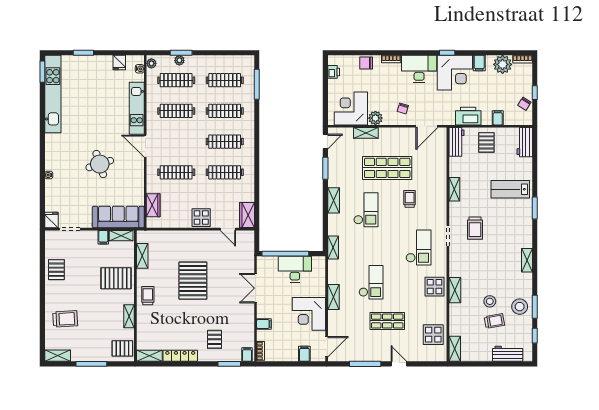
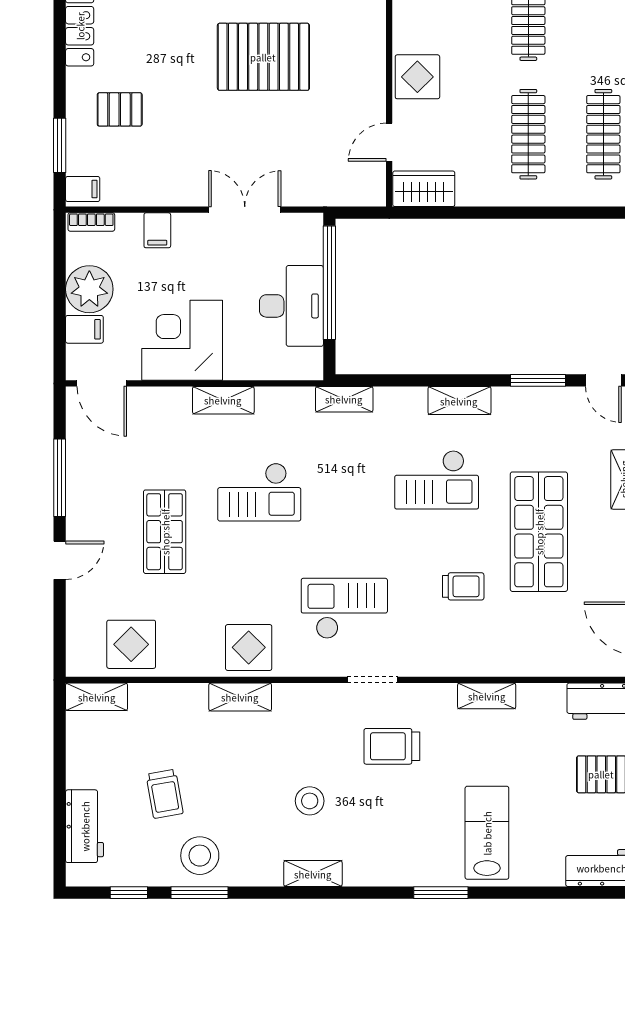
checkout: (419, 248) -> (344, 608), turned 180
stool: (490, 301) -> (310, 801), moved
plant: (288, 352) -> (89, 289), added

